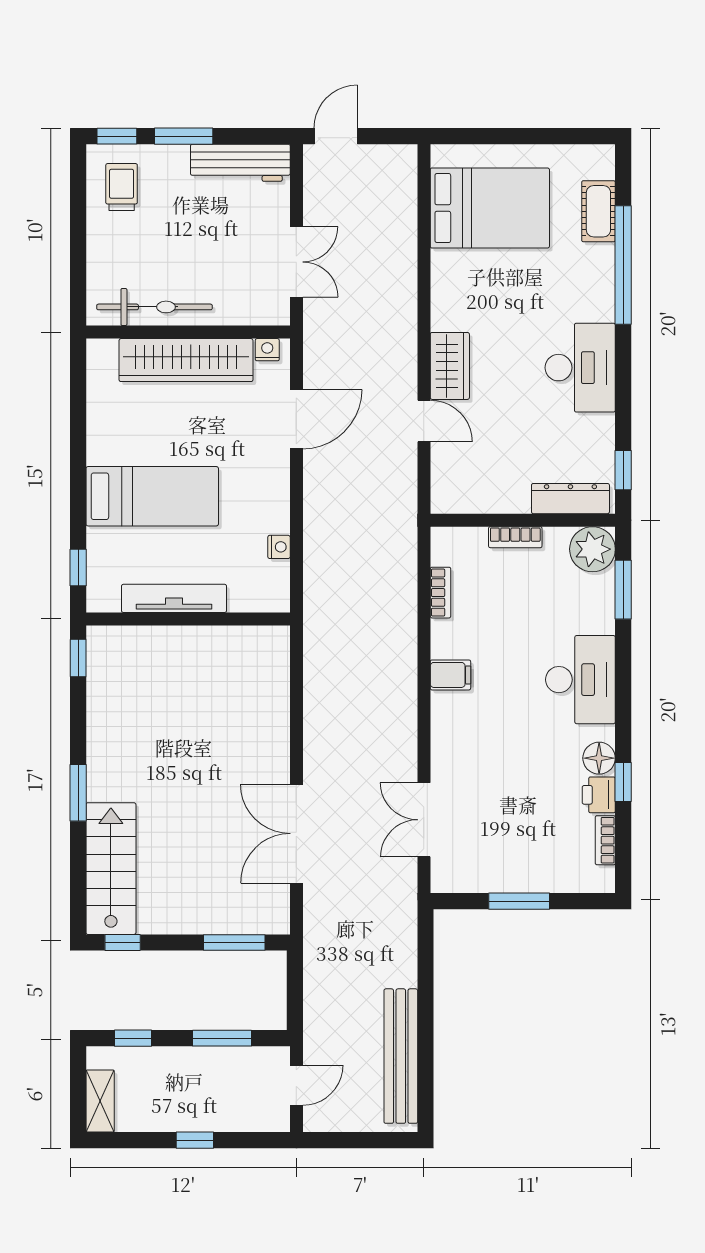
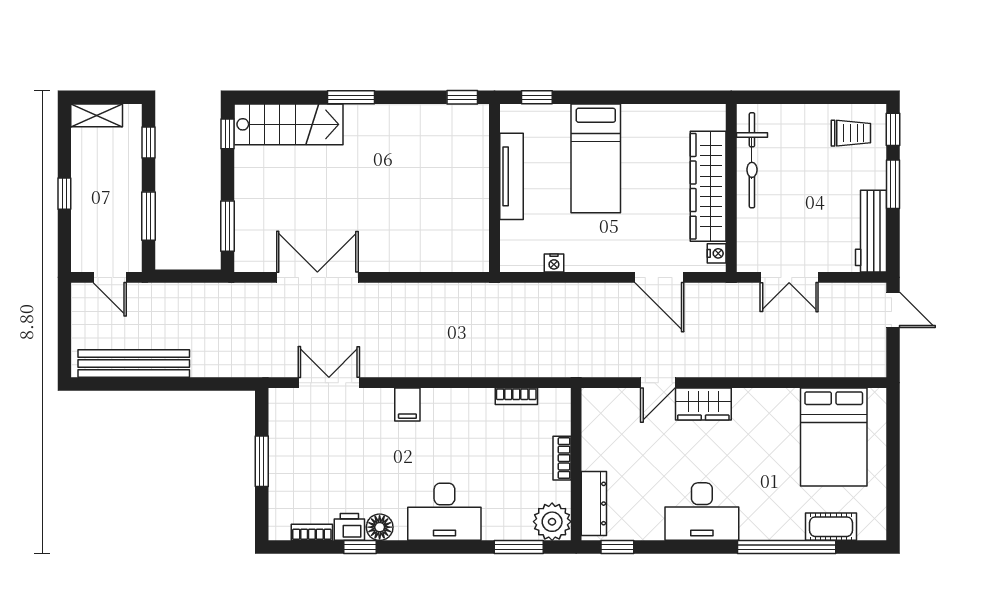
filing cabinet: (450, 675) -> (407, 405), moved

